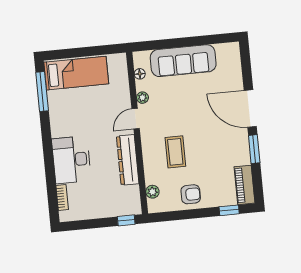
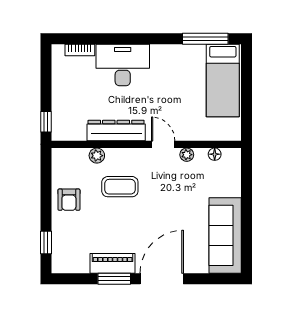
sofa: (183, 61) -> (225, 235), moved
piano: (245, 185) -> (113, 263), moved
plant: (152, 192) -> (97, 156), moved

